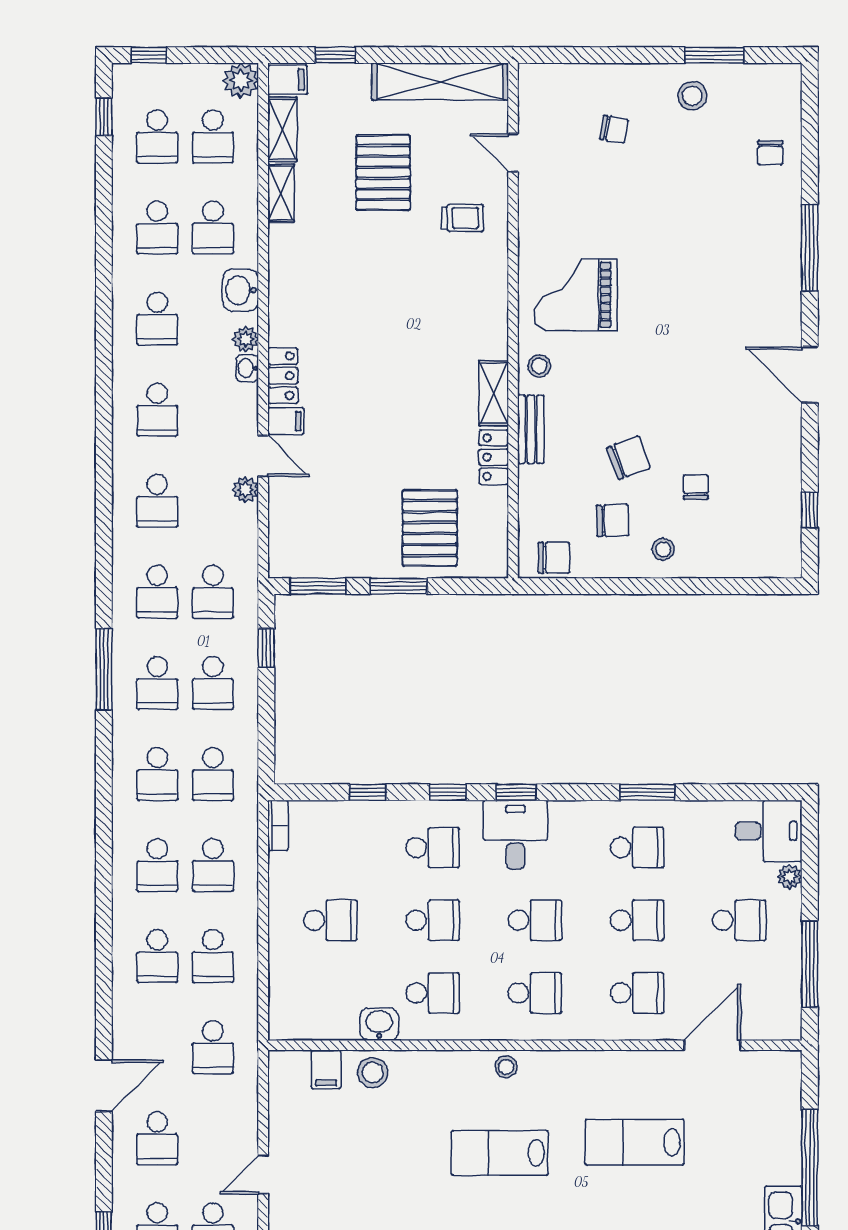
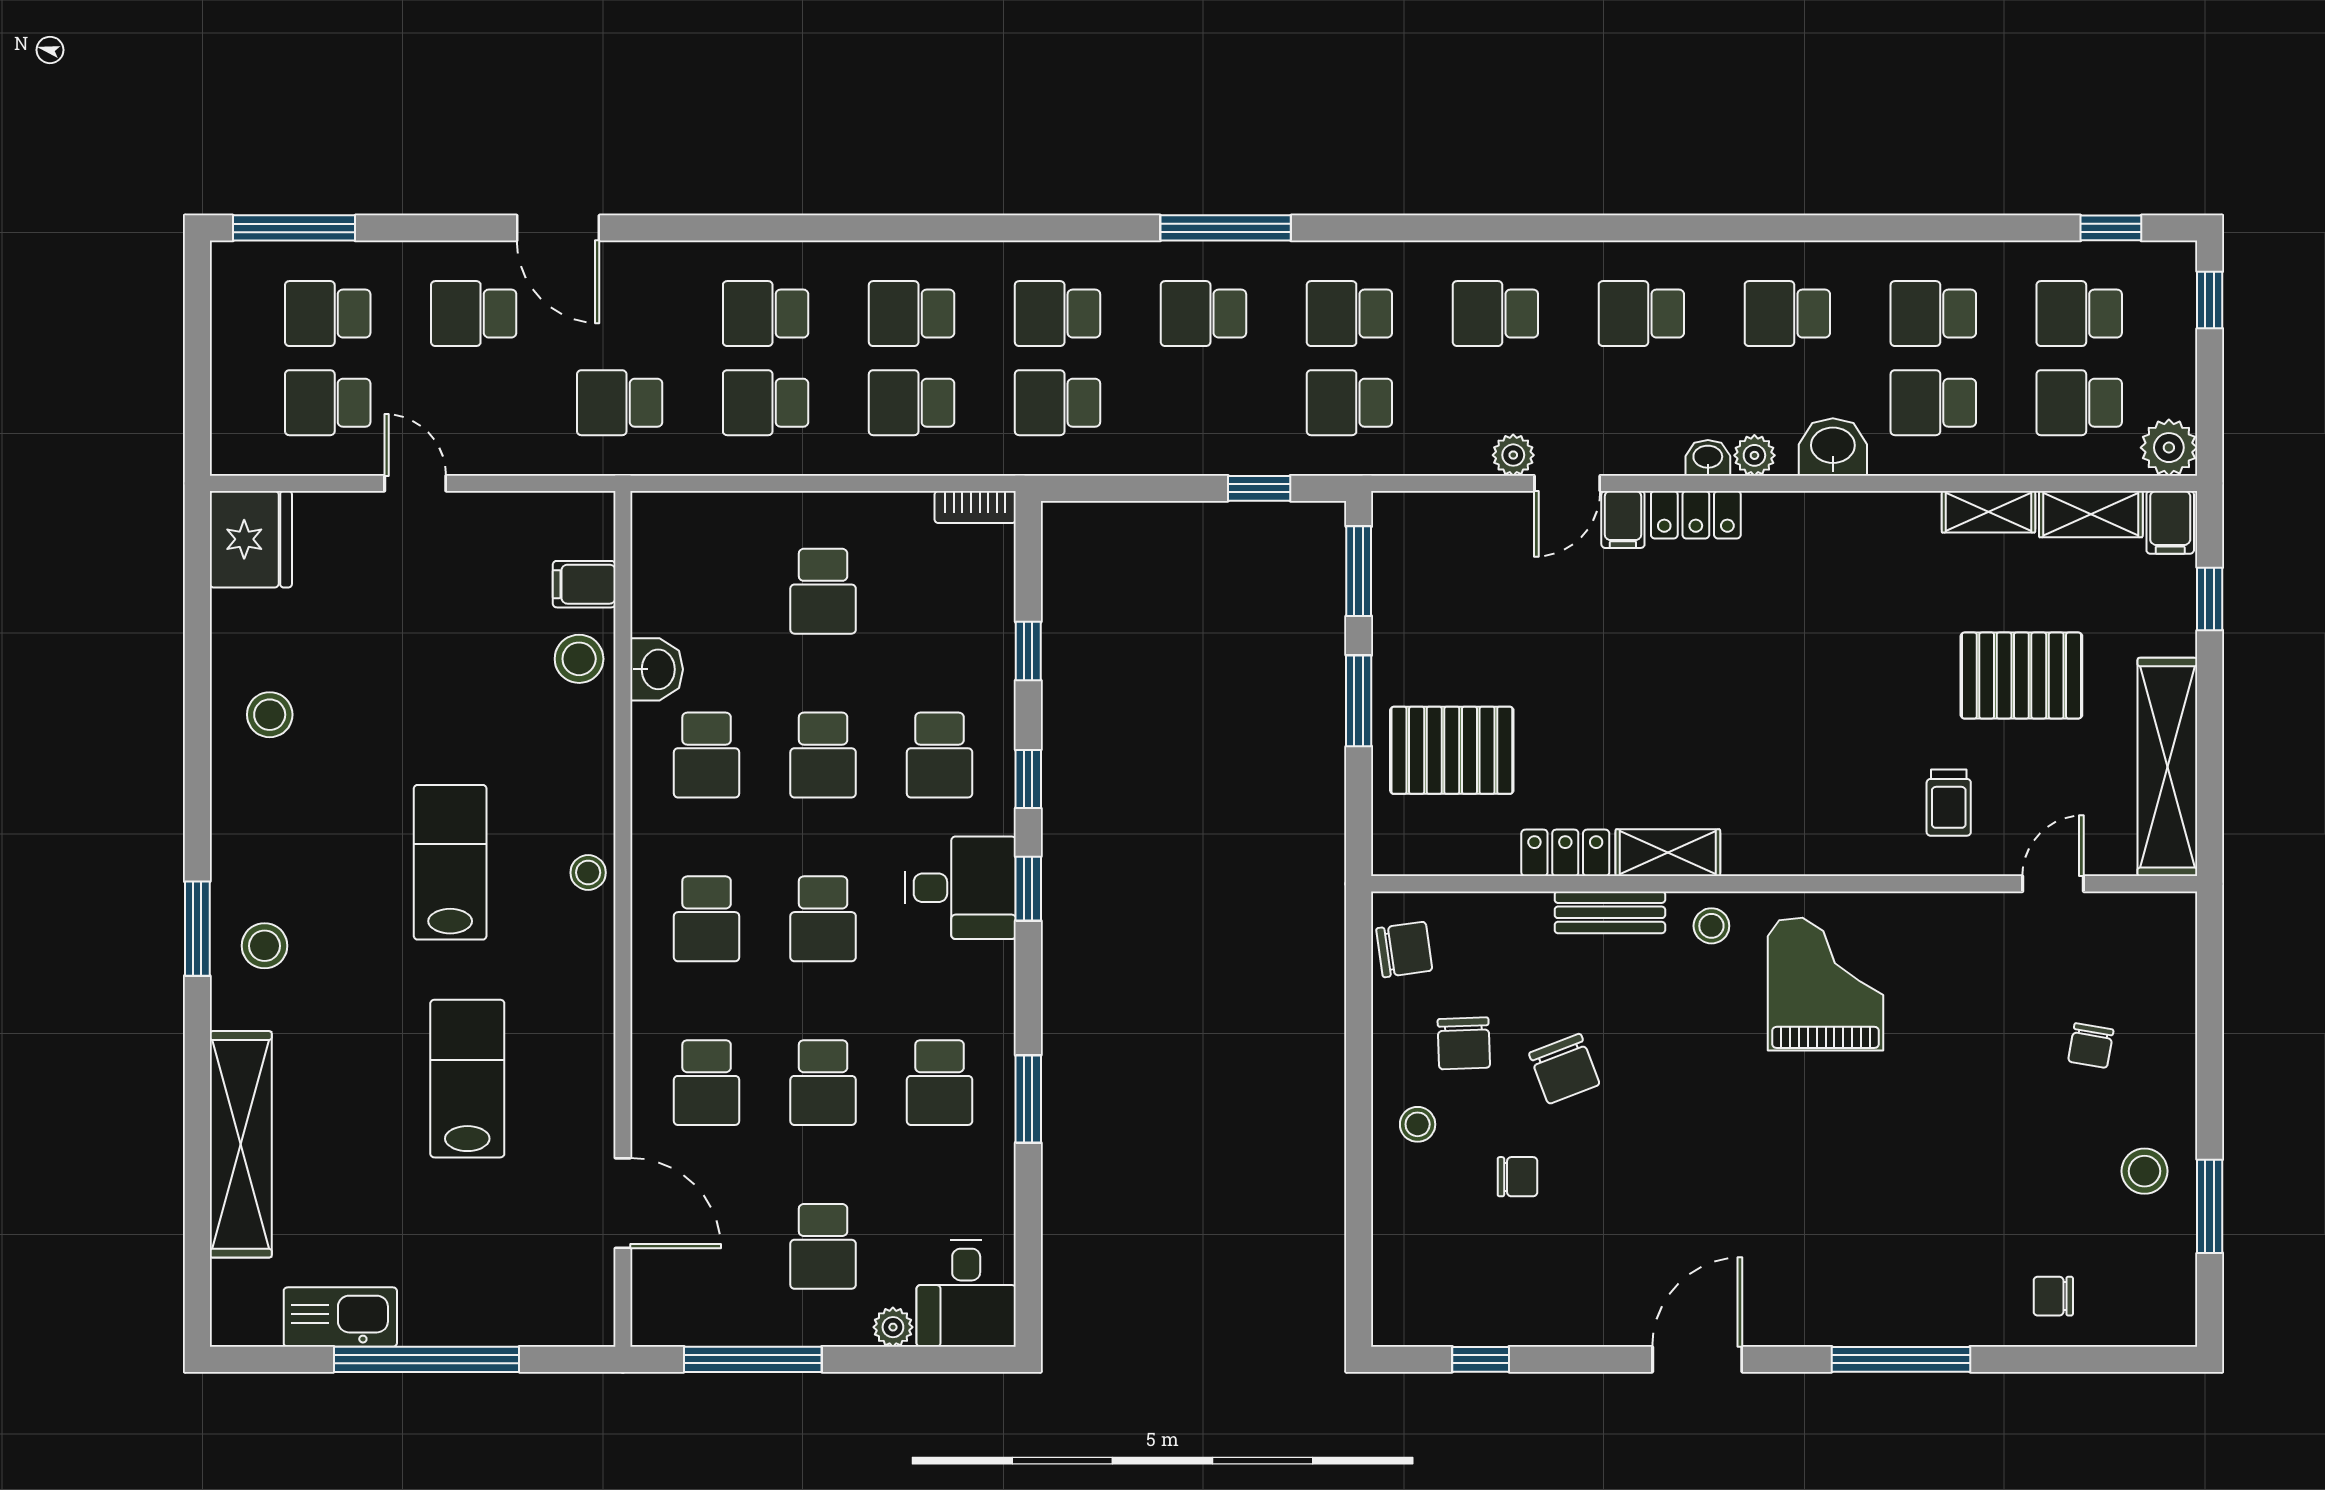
chair: (554, 558) -> (1404, 949), turned -98
school desk: (213, 683) -> (1203, 403), removed

